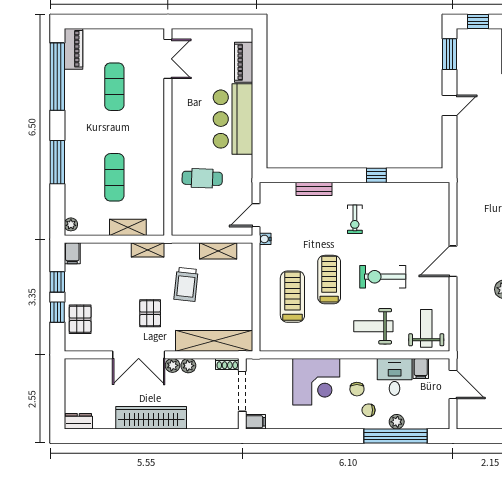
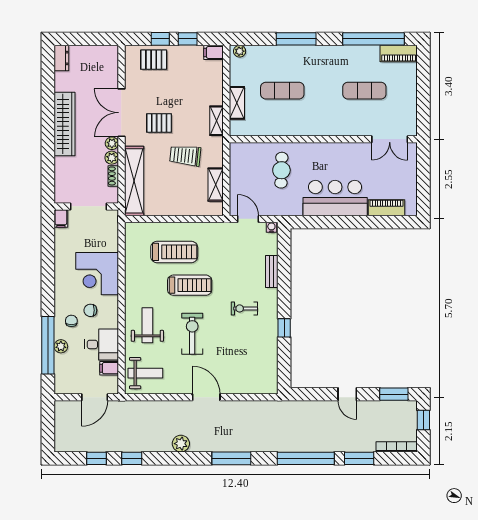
water cooler: (265, 239) -> (271, 227), moved
shoe rack: (227, 364) -> (113, 176), moved

